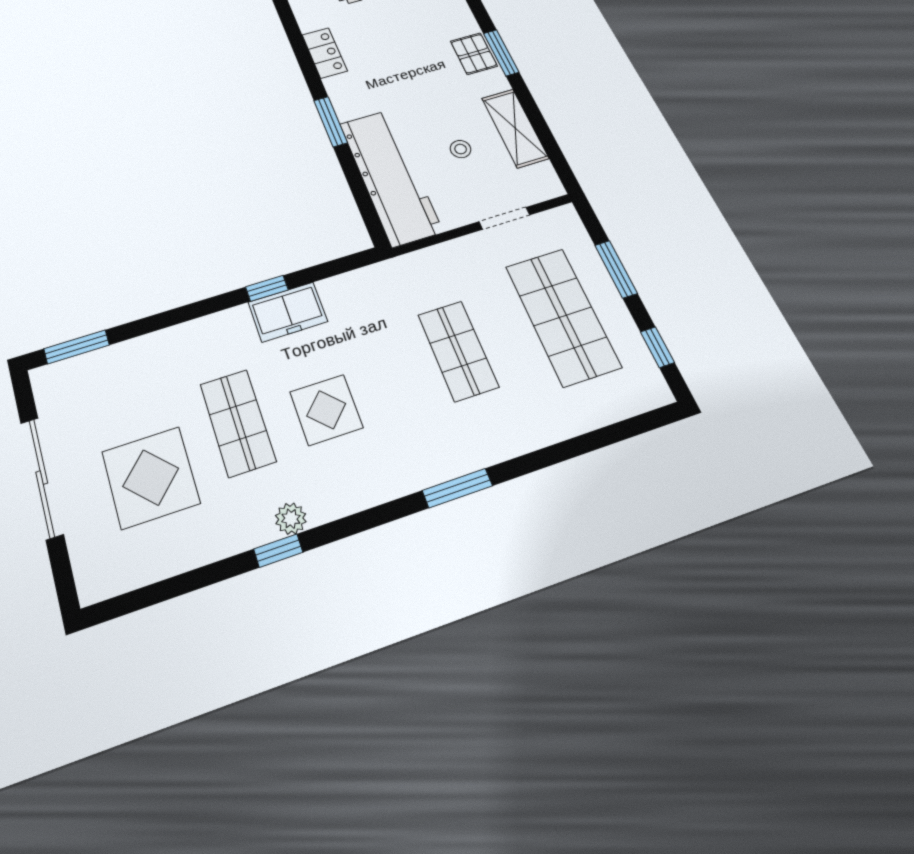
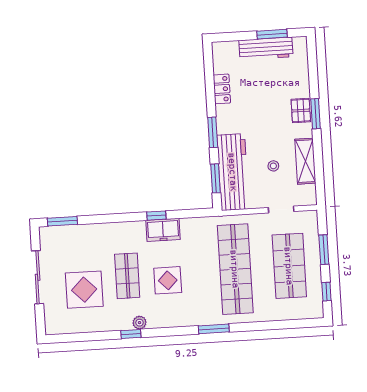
window: (361, 195) -> (216, 178), added
shop shelf: (458, 351) -> (235, 269), width x2.00, depth x1.36

